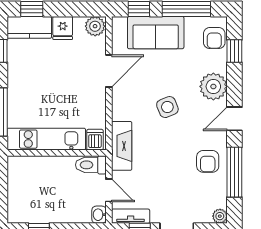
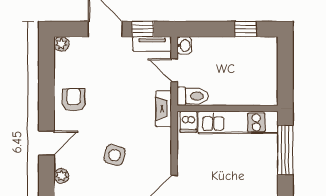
plant: (213, 86) -> (61, 176), width x0.53, depth x0.53
side table: (167, 107) -> (115, 155), turned 36
fireplace: (122, 146) -> (164, 109), width x0.73, depth x0.76
window: (234, 172) -> (46, 89), removed

